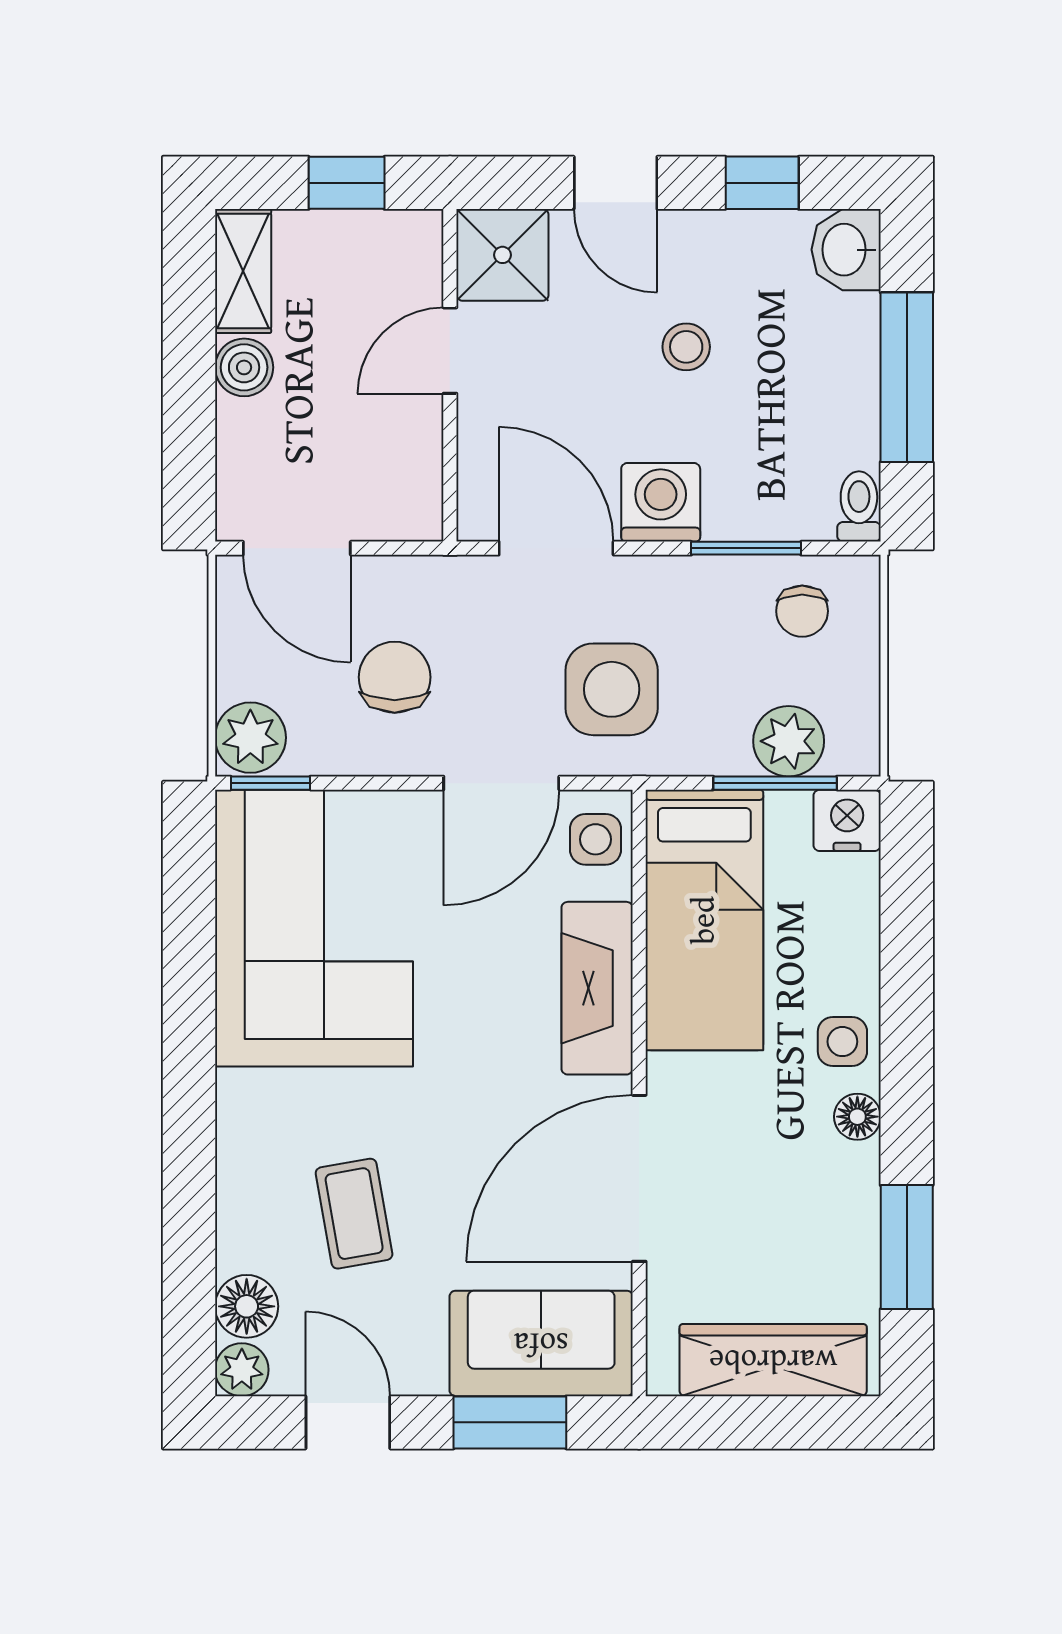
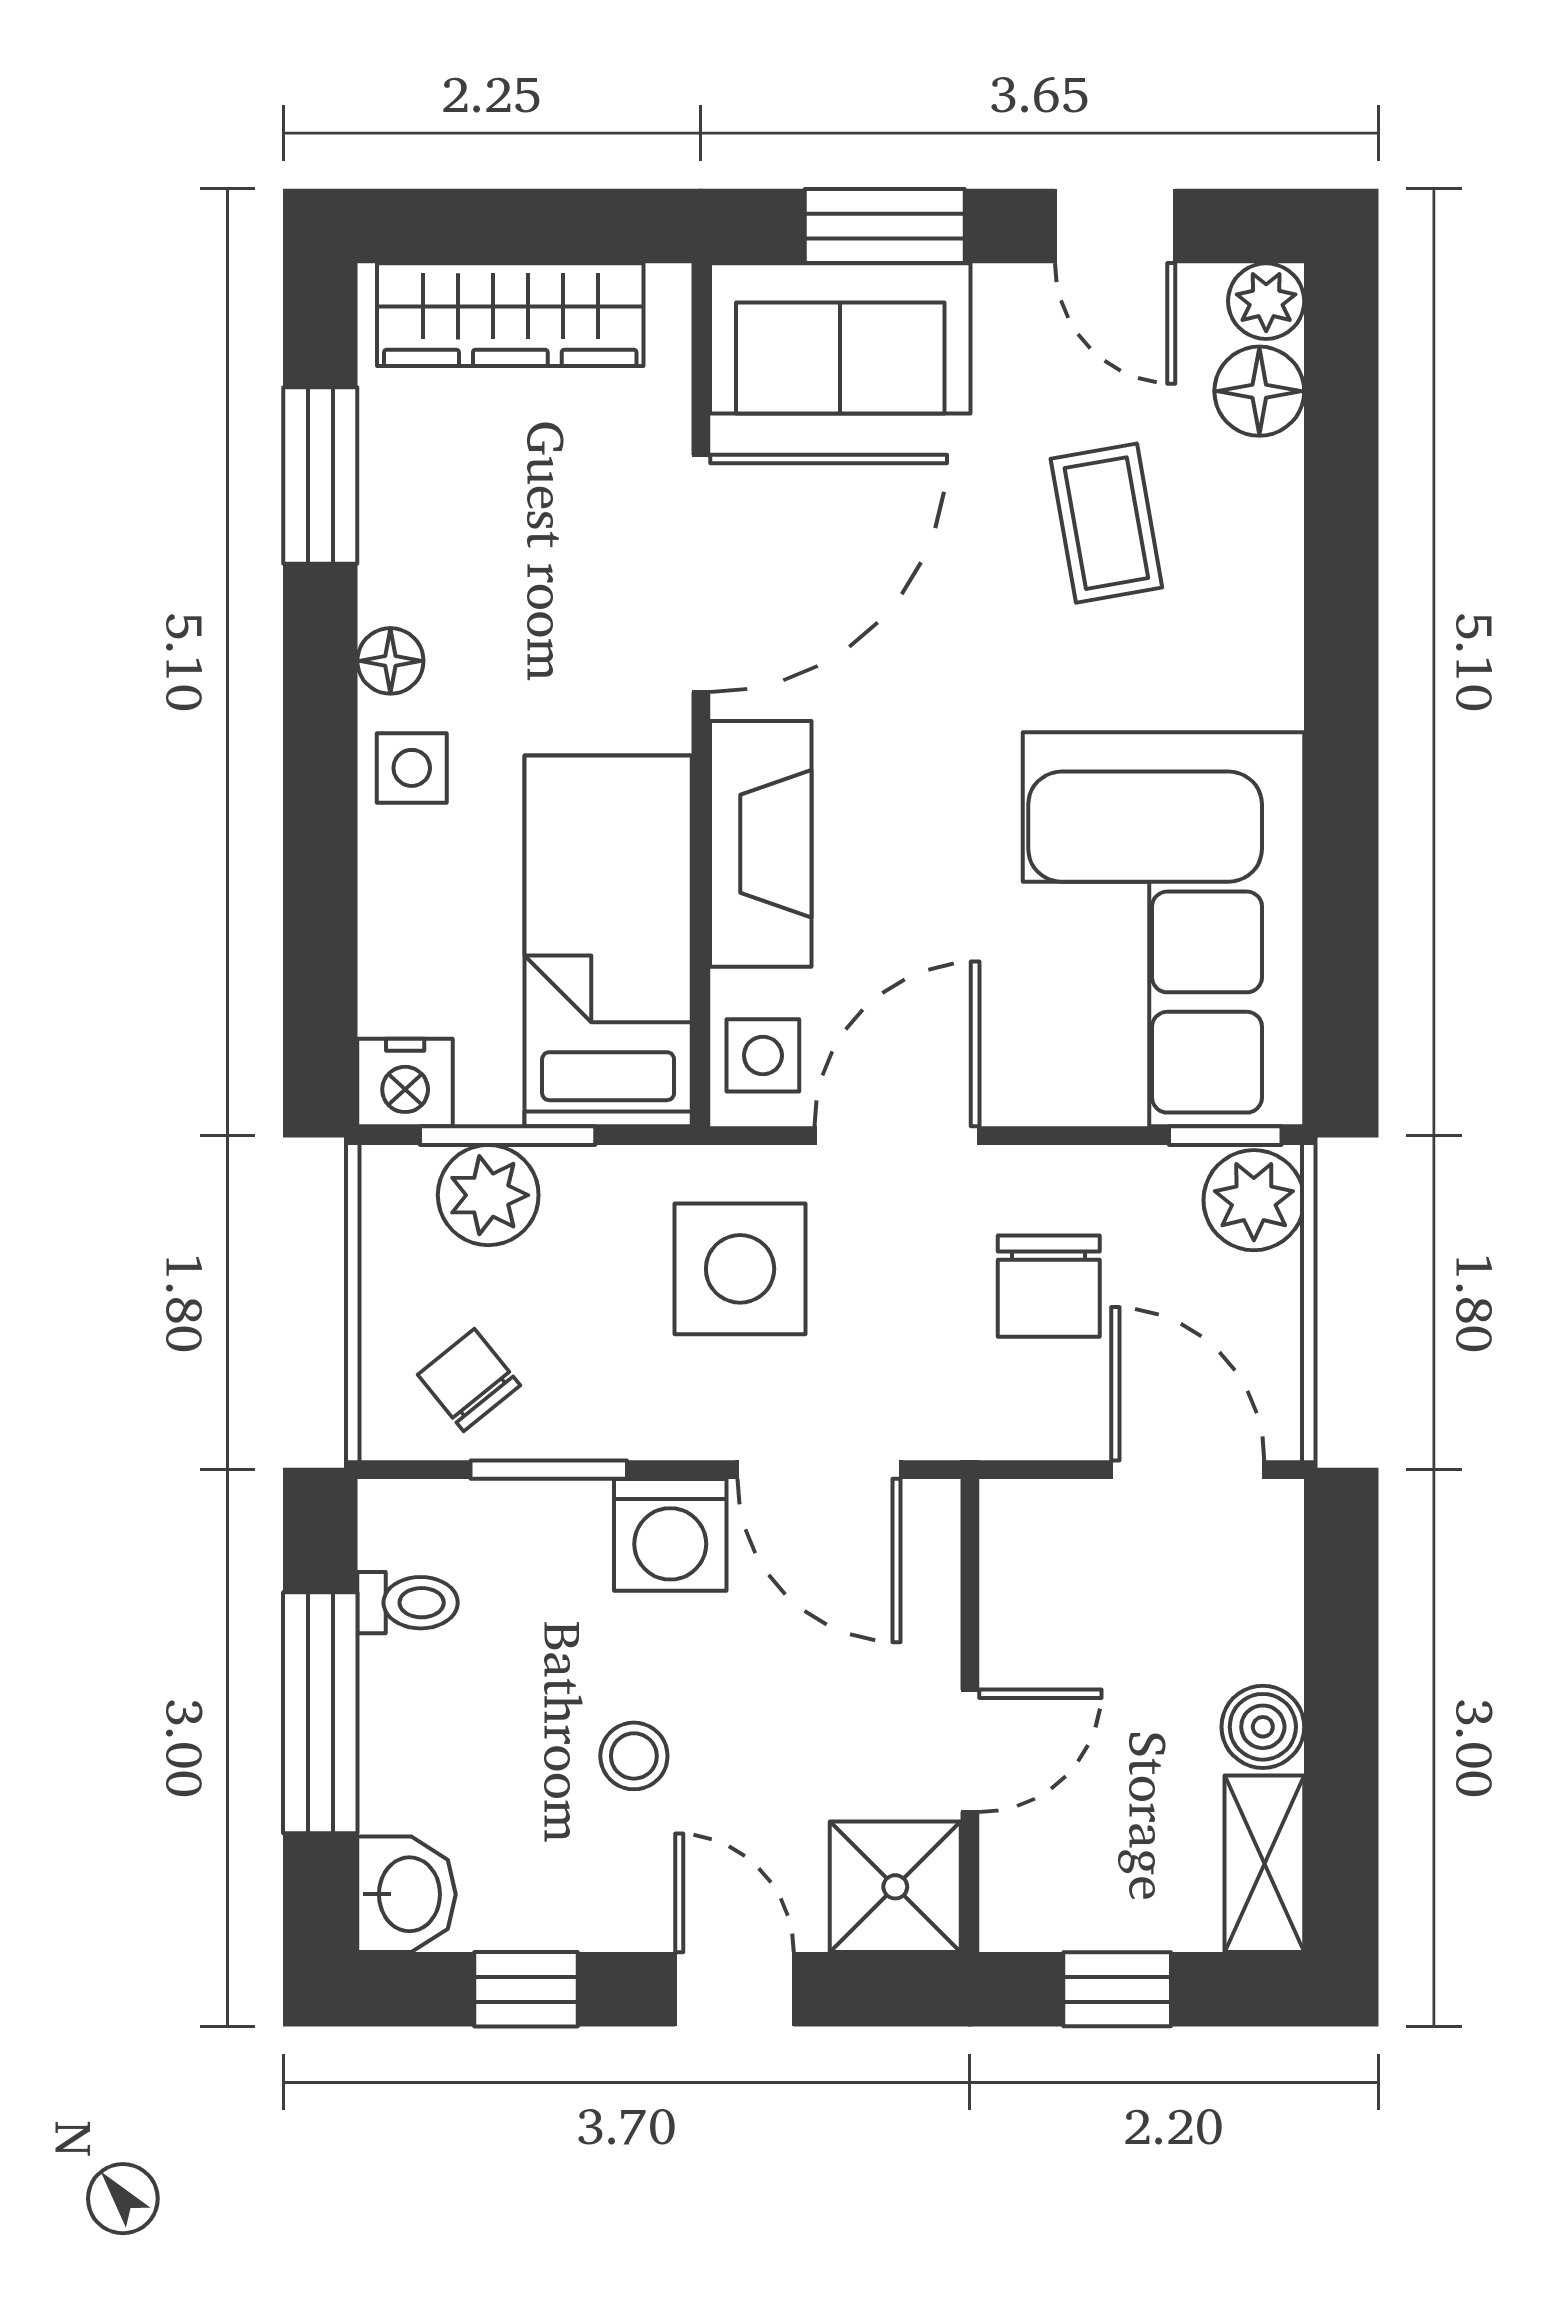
toilet: (859, 506) -> (408, 1603), moved, turned -90
chair: (802, 611) -> (469, 1380), turned -39

